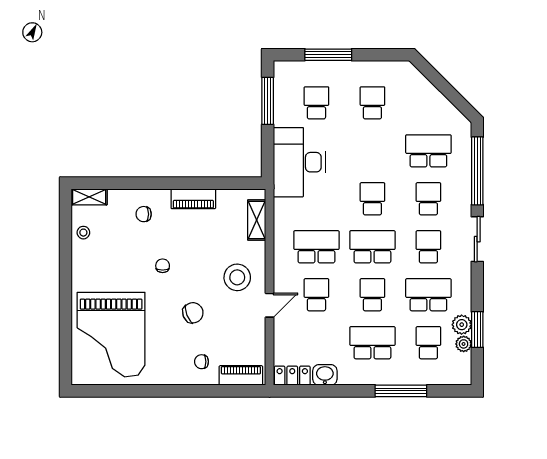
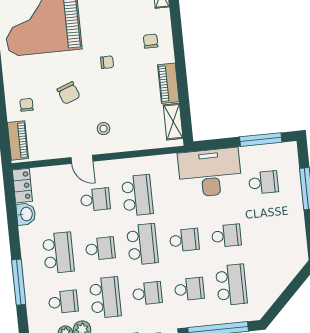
school desk: (372, 103) -> (226, 236), moved
shelving: (257, 220) -> (173, 122), moved, turned 90
stool: (237, 277) -> (103, 129), width x0.53, depth x0.53

